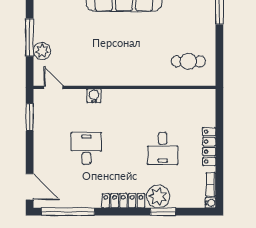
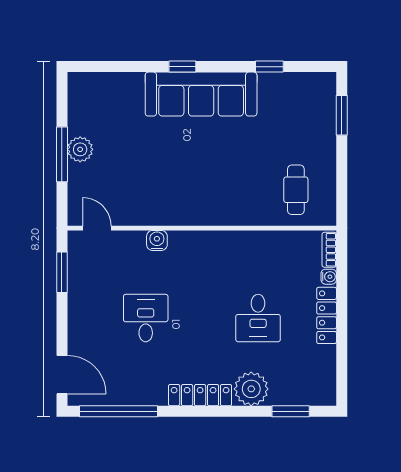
plant: (42, 51) -> (80, 149), moved
cafe table: (188, 61) -> (296, 190), turned 90
bookcase: (211, 185) -> (329, 250), moved
water cooler: (211, 203) -> (329, 277), moved
window: (163, 212) -> (291, 411), moved

